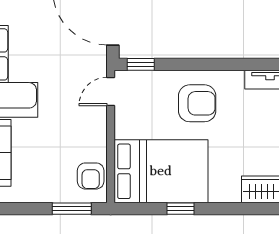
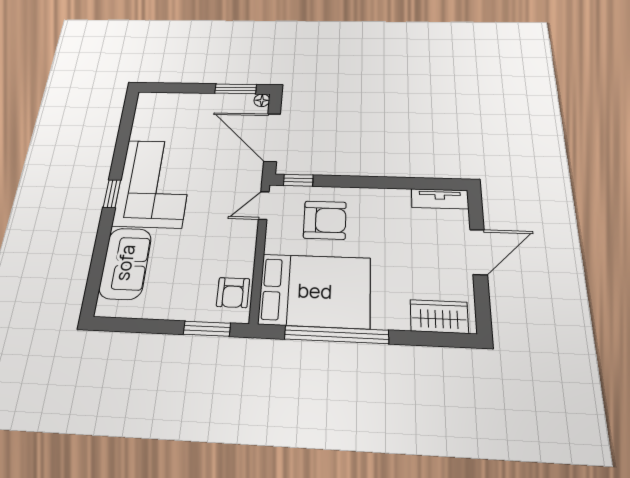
armchair: (197, 103) -> (325, 220), moved
window: (181, 209) -> (337, 335), width x3.17

